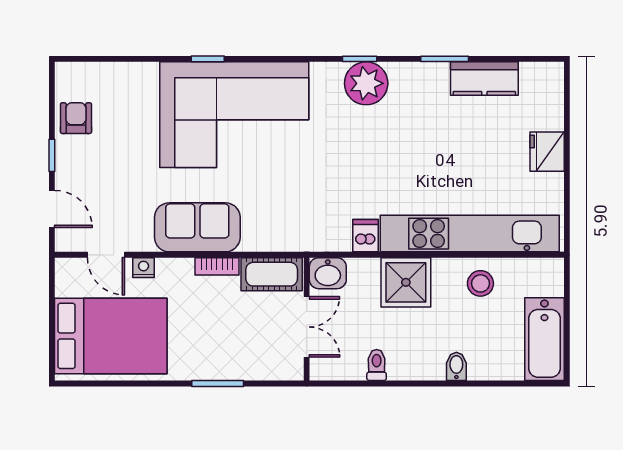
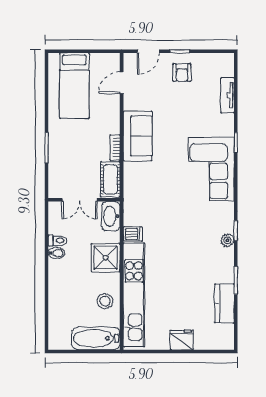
tv unit: (127, 73) -> (227, 95), added
plant: (366, 83) -> (227, 240), width x0.53, depth x0.53
corner sofa: (234, 115) -> (211, 169), width x0.73, depth x0.74
armchair: (76, 118) -> (182, 73), moved, turned 90
nightstand: (144, 268) -> (114, 105), removed
washbasin: (328, 273) -> (111, 216), width x1.38
bed: (111, 336) -> (74, 86), width x0.67
bathtub: (544, 339) -> (96, 338), moved
bidet: (456, 366) -> (57, 253), moved

